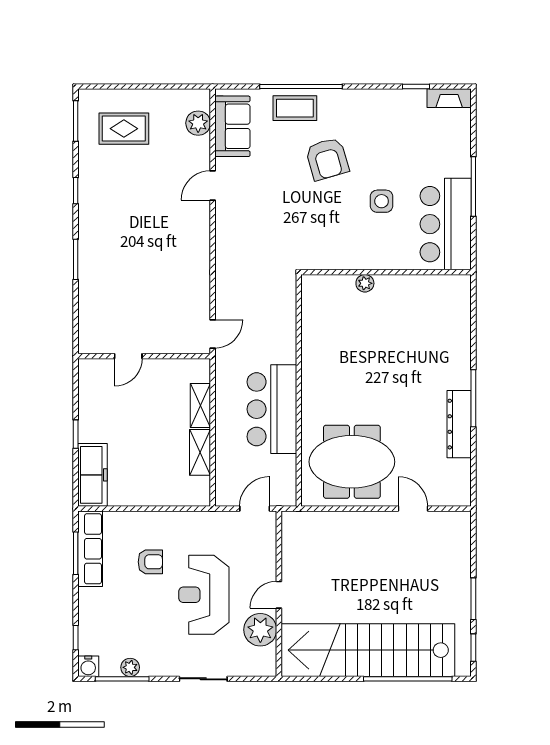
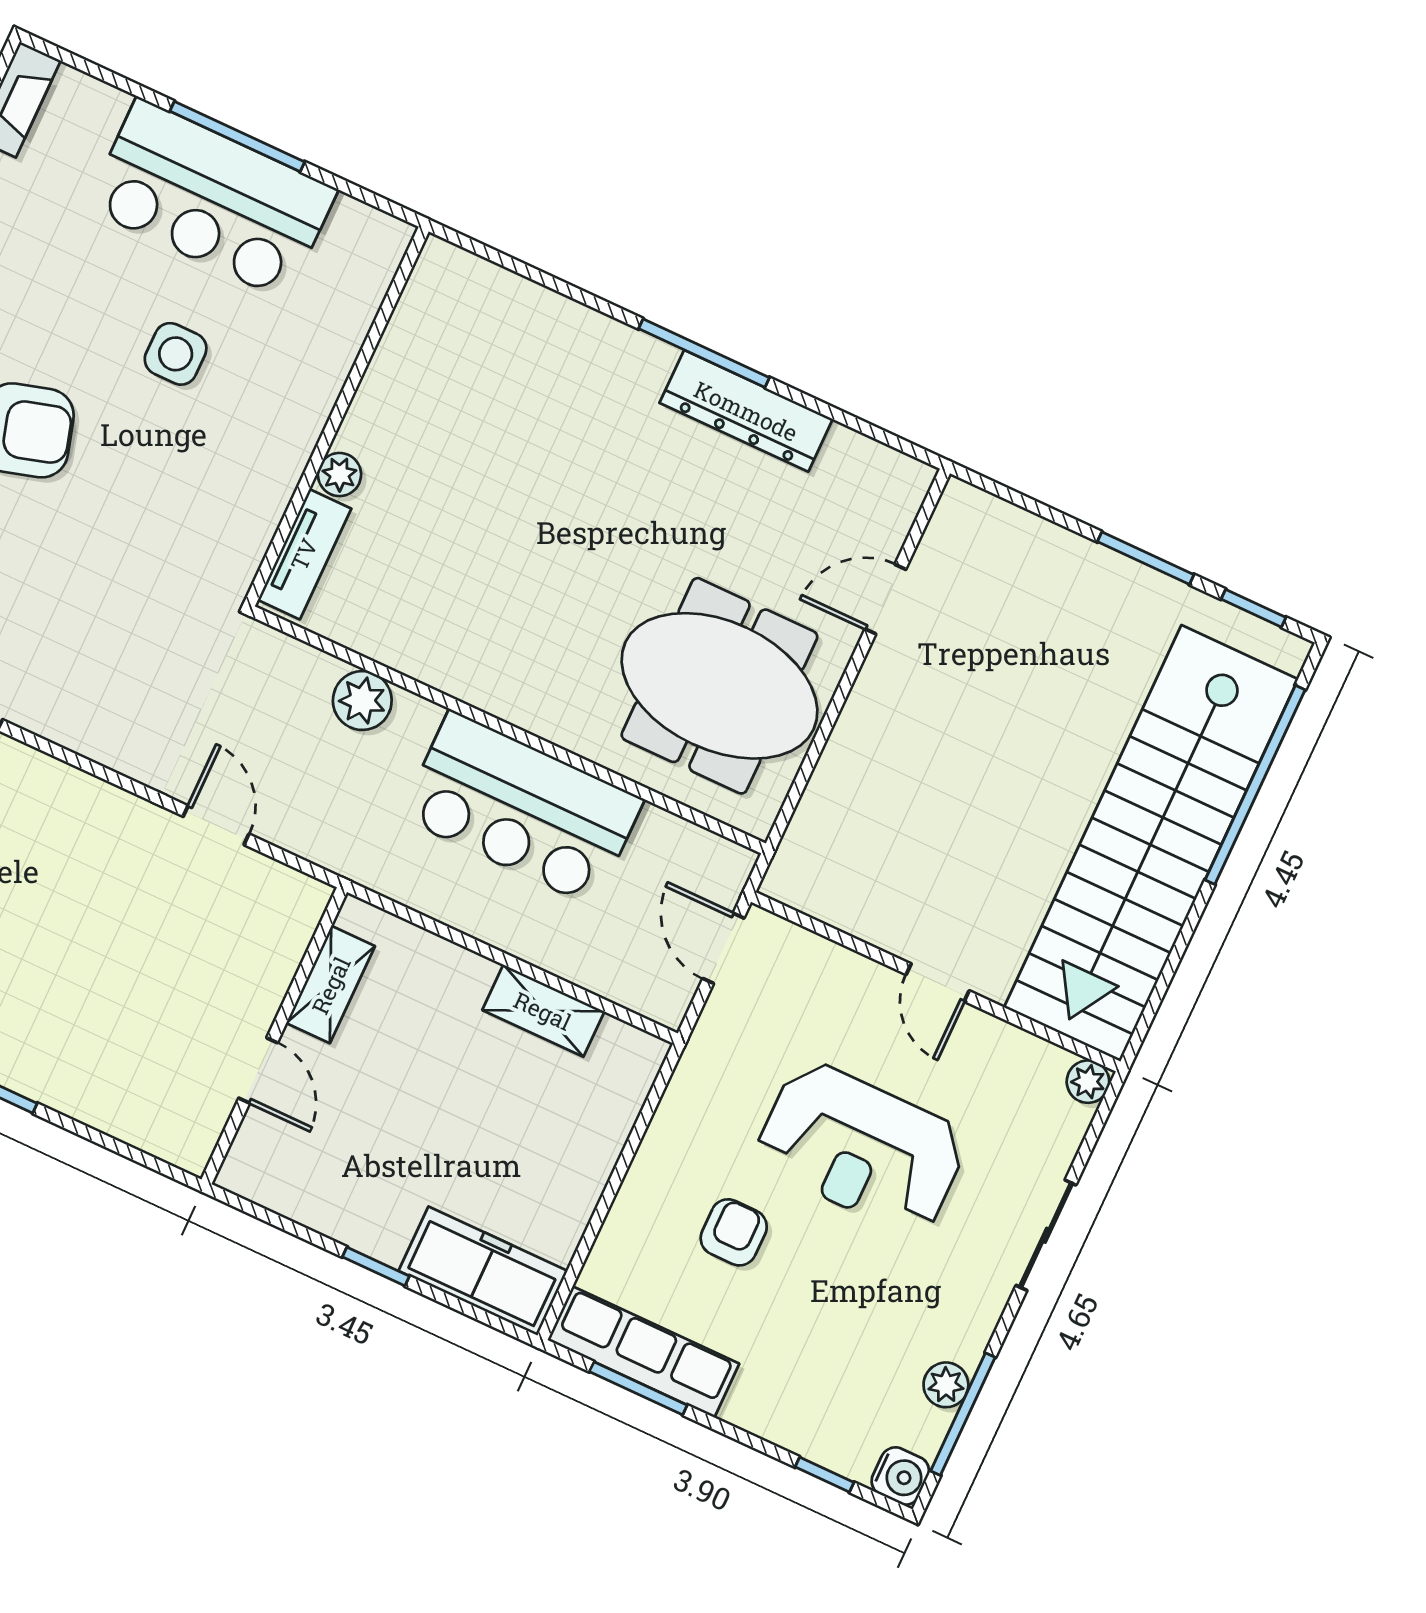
bar counter: (446, 224) -> (212, 199), moved
tv unit: (329, 284) -> (304, 554), added
plant: (284, 331) -> (362, 701), added
door: (213, 334) -> (216, 825), moved
shelving: (200, 405) -> (331, 985), moved, turned 90
meeting table: (352, 462) -> (719, 686), turned 90
plant: (260, 630) -> (1088, 1082), moved, width x0.53, depth x0.53

